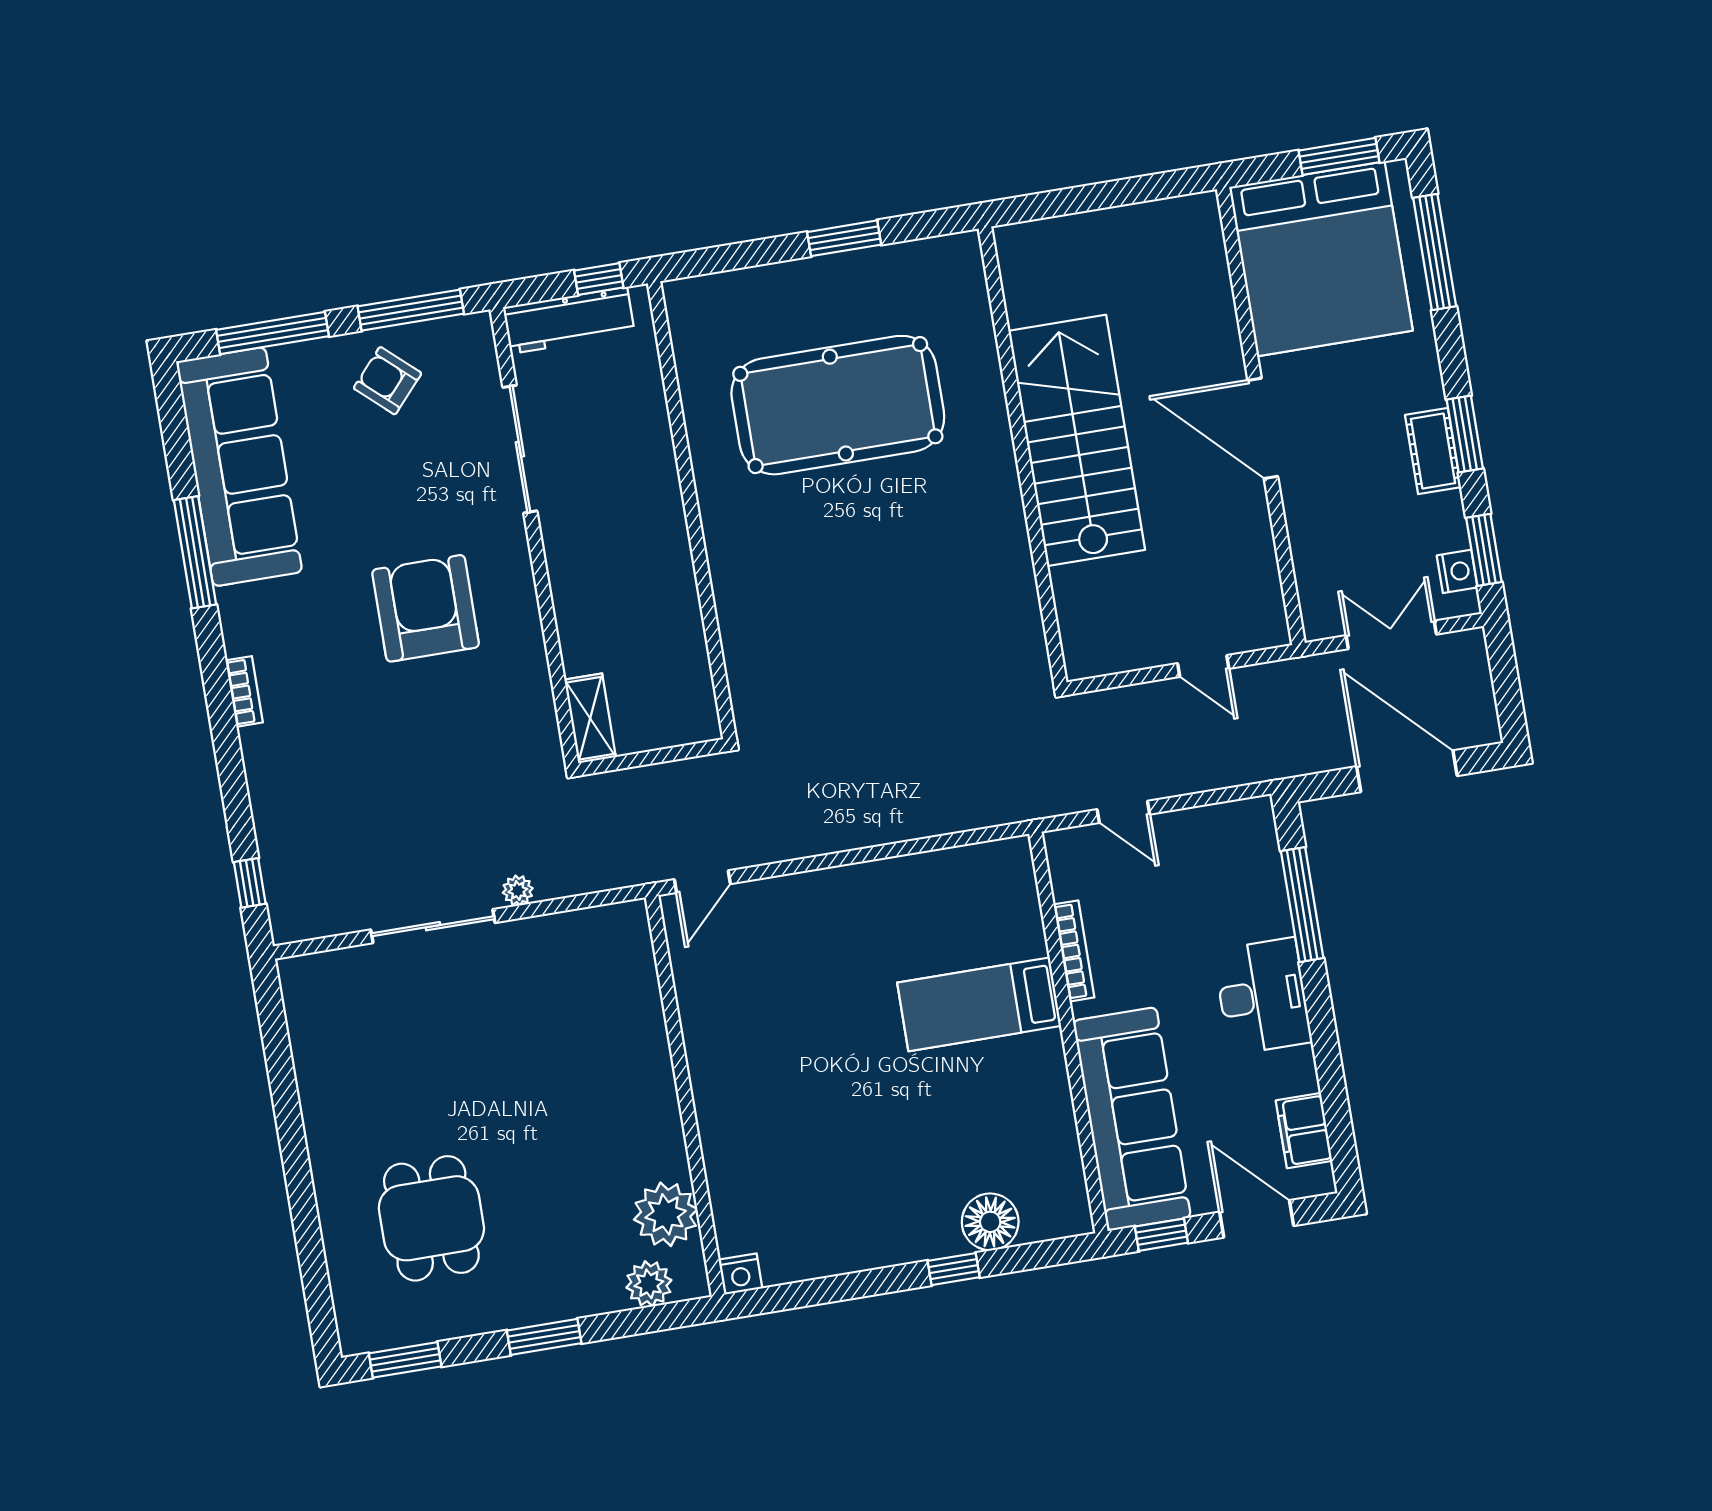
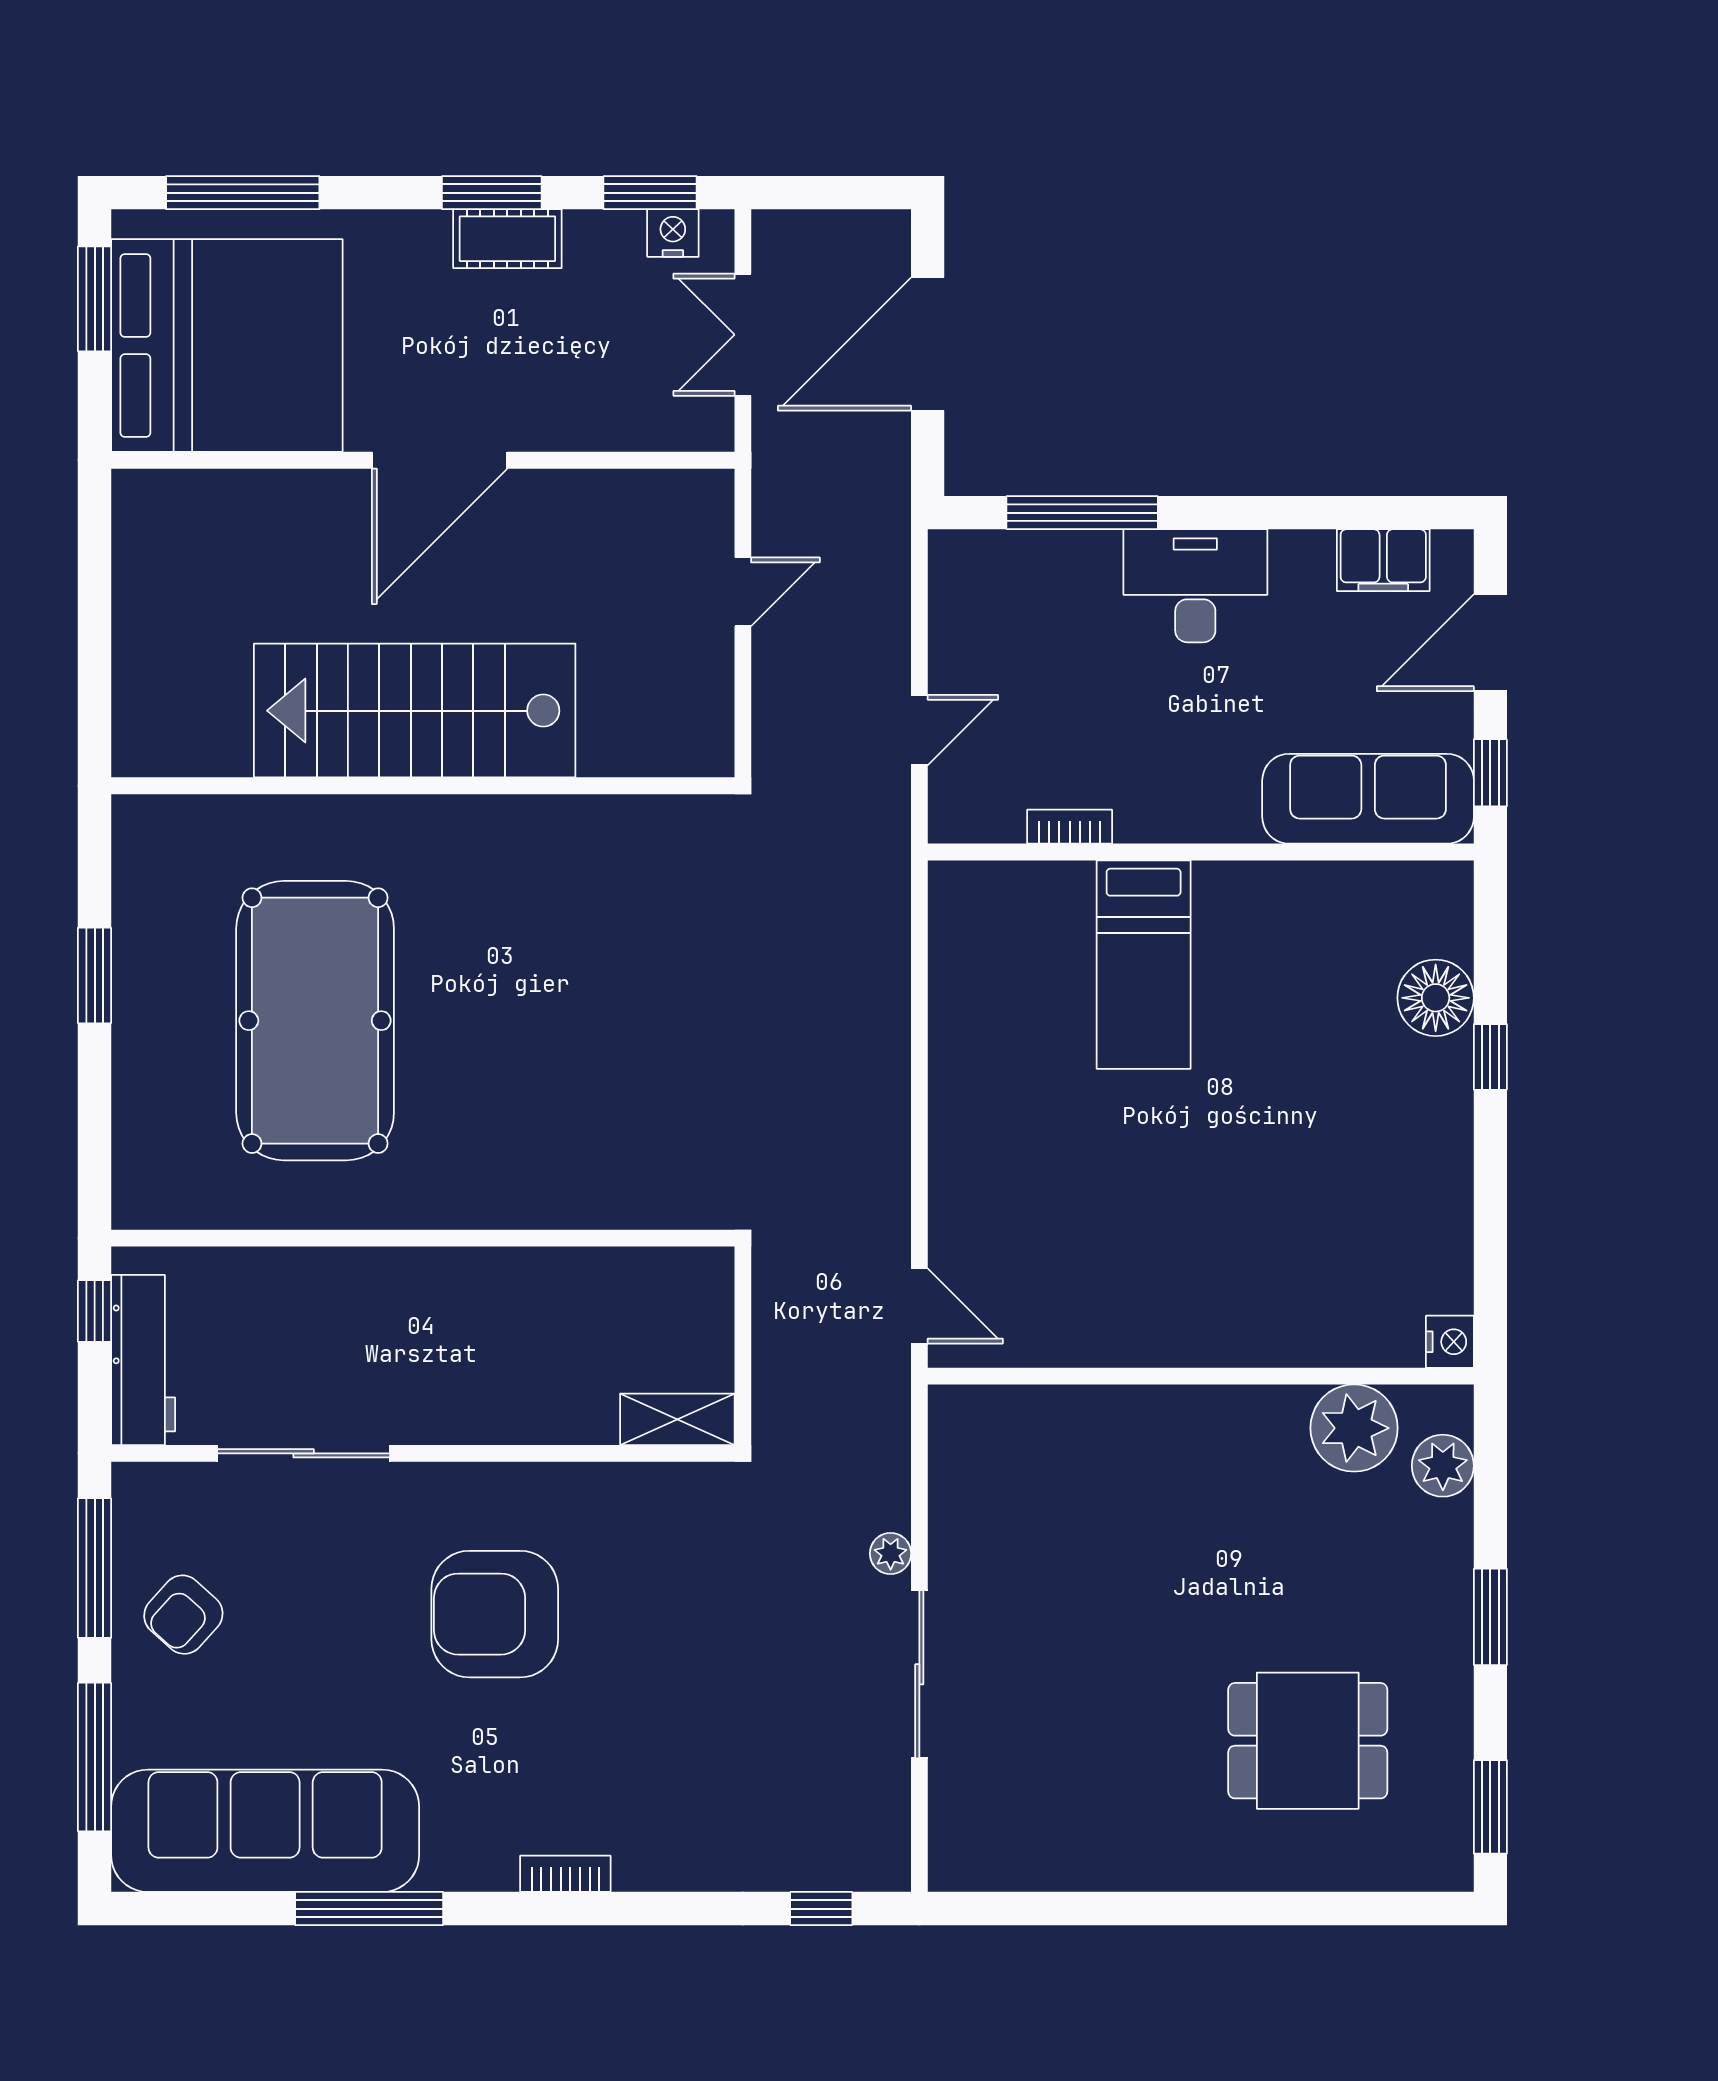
bookcase: (1074, 951) -> (1070, 827), width x0.64
sofa: (1132, 1119) -> (1368, 799), width x0.74, depth x0.79

